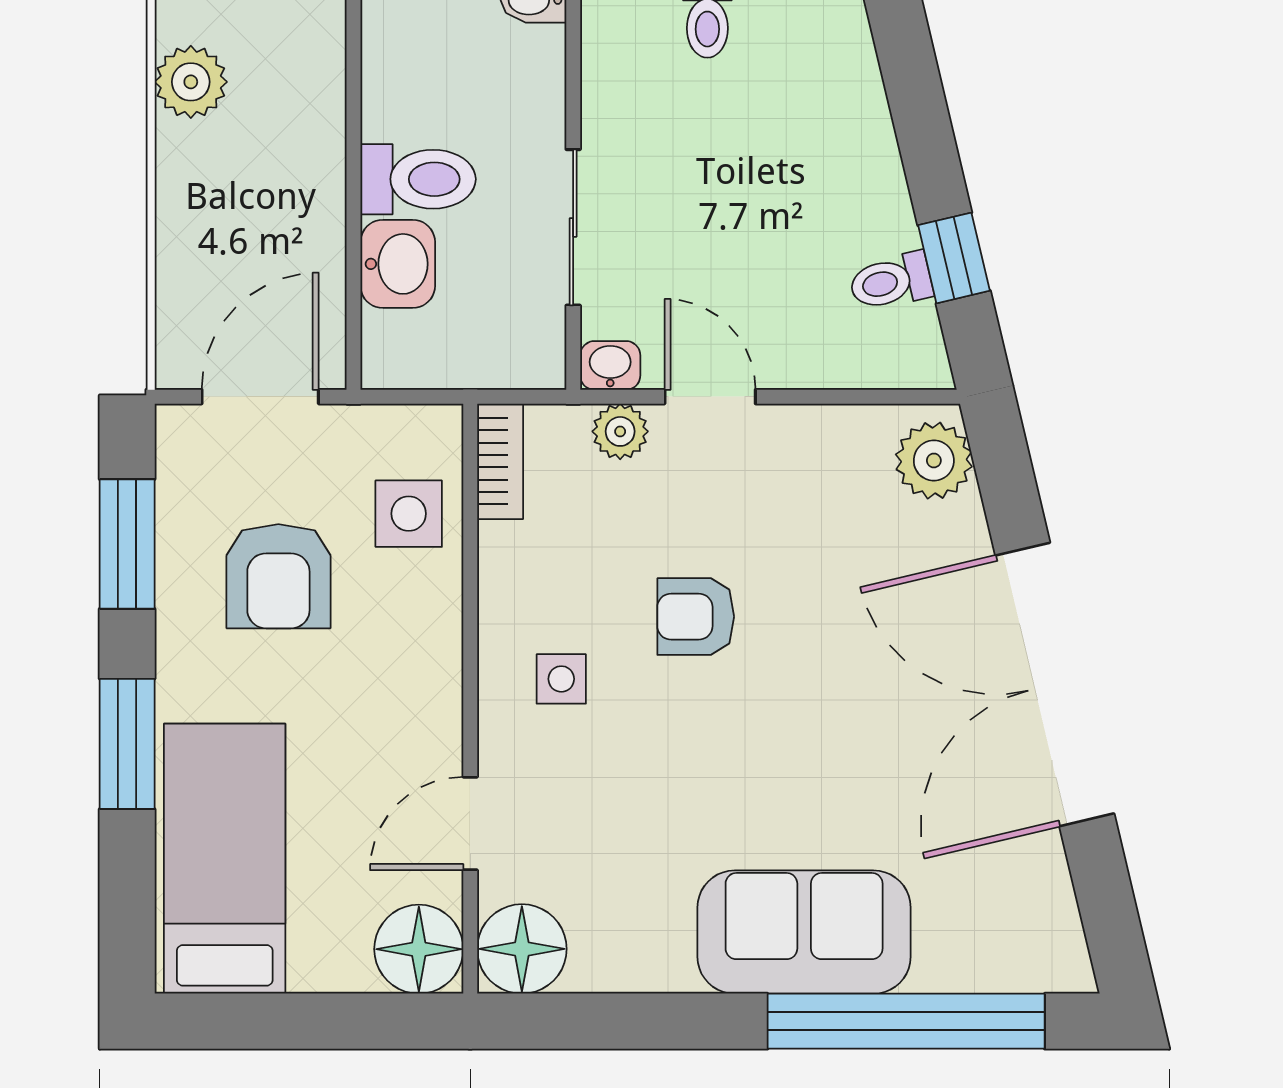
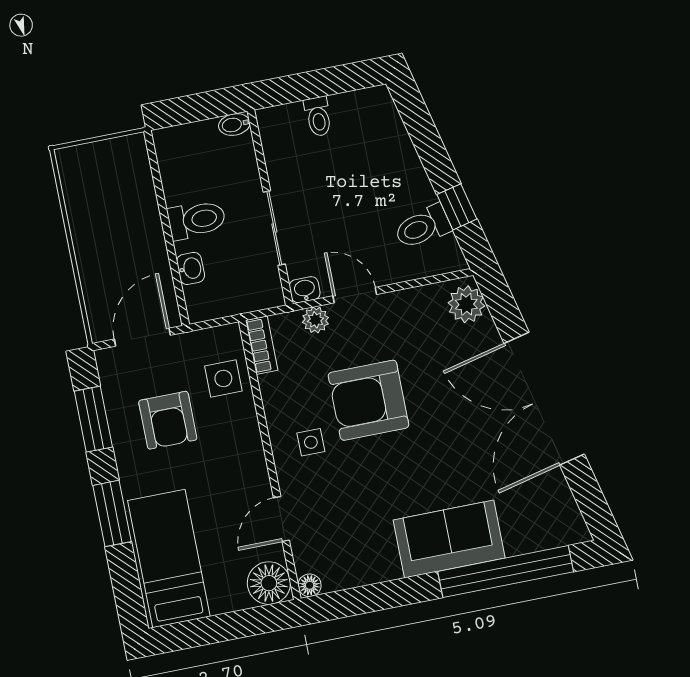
plant: (191, 82) -> (80, 195), removed
washbasin: (398, 264) -> (191, 268), width x0.72, depth x0.69
toilet: (891, 282) -> (423, 227), width x1.37, depth x1.39
armchair: (696, 617) -> (368, 400), width x1.88, depth x1.88
floor lamp: (522, 949) -> (310, 585), width x0.53, depth x0.53

